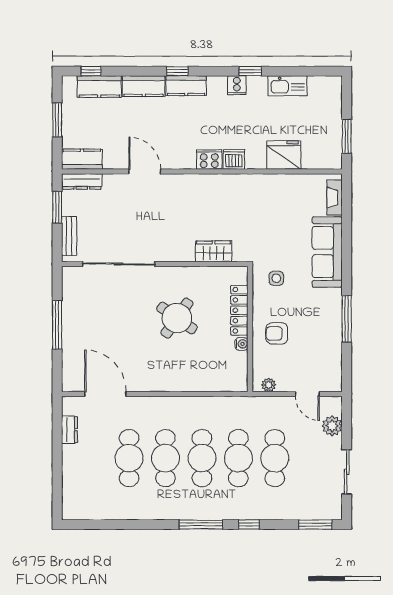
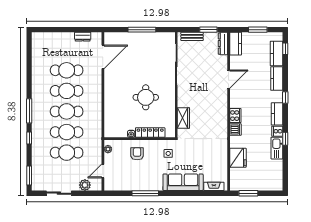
kitchen counter: (186, 86) -> (277, 114), moved
kitchen sink: (287, 86) -> (277, 148), moved
round table: (177, 318) -> (146, 97), turned -35

